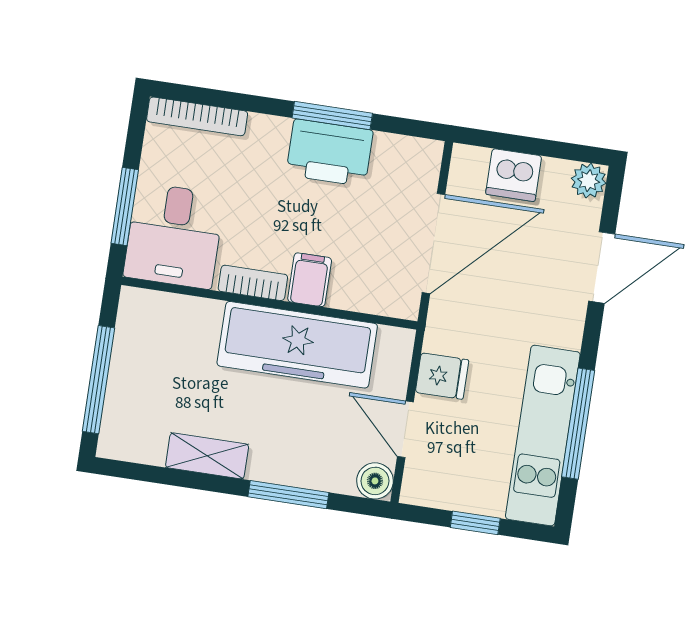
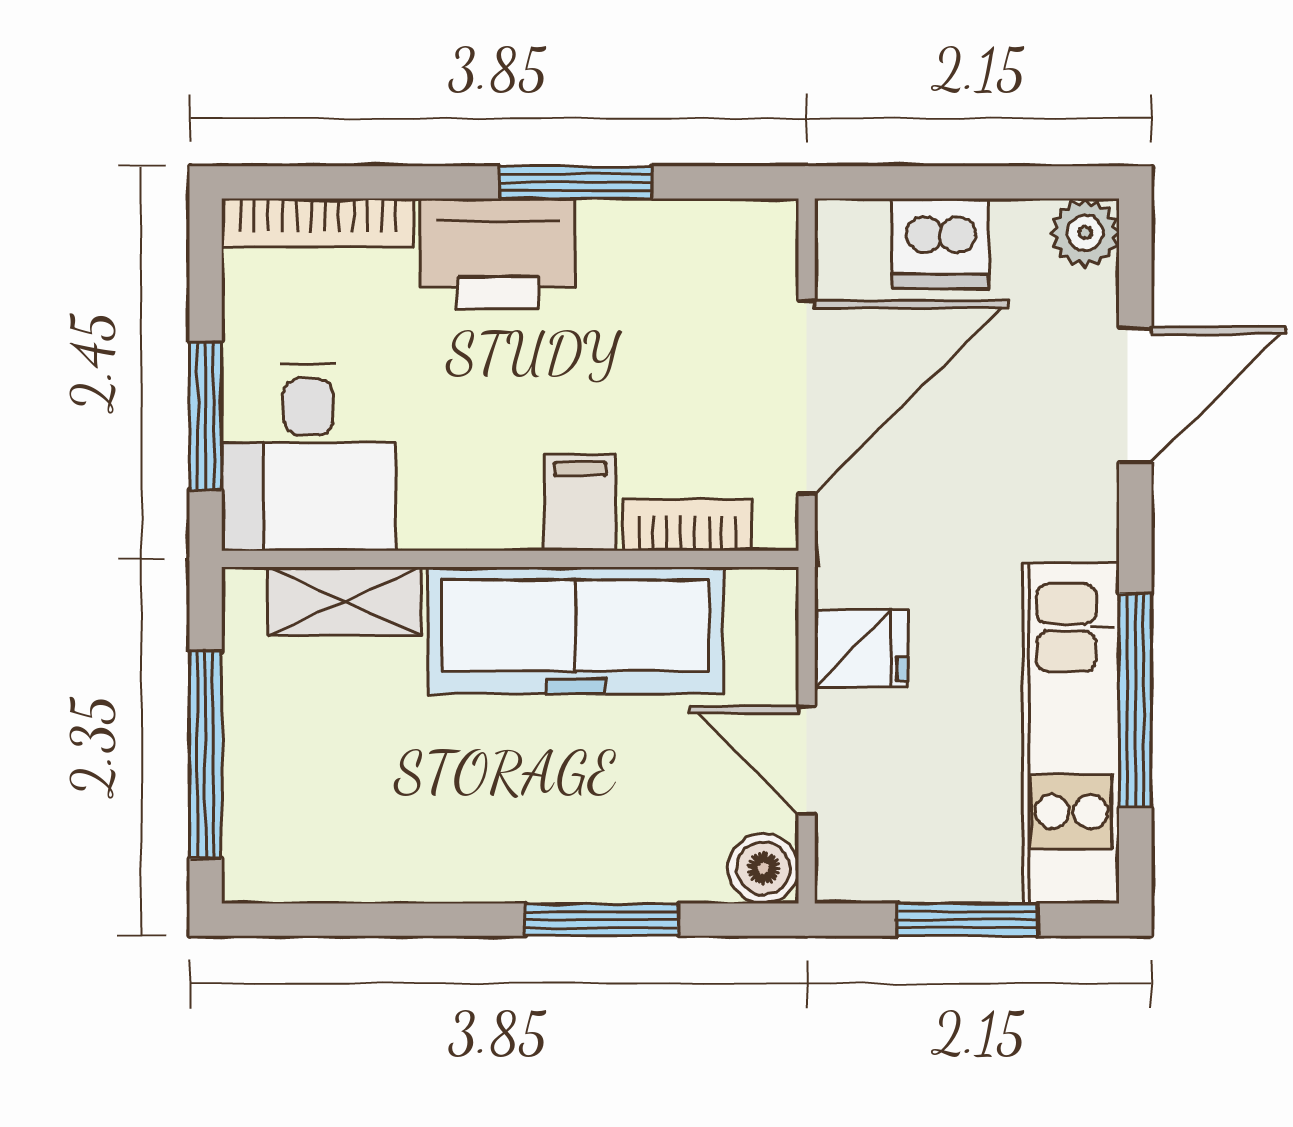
printer: (330, 153) -> (498, 254), moved
bookcase: (253, 283) -> (688, 525), moved
shelving: (207, 456) -> (344, 601), moved
window: (475, 523) -> (967, 920), width x1.50

